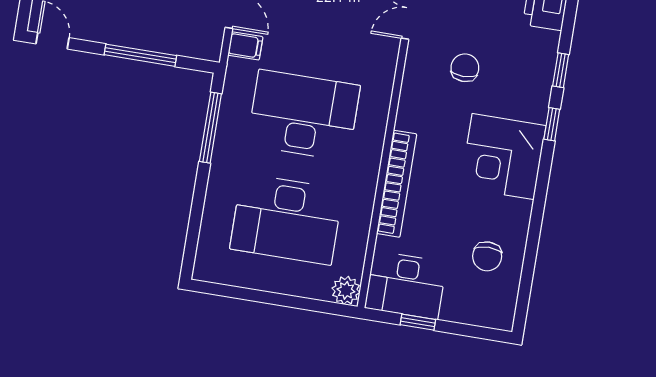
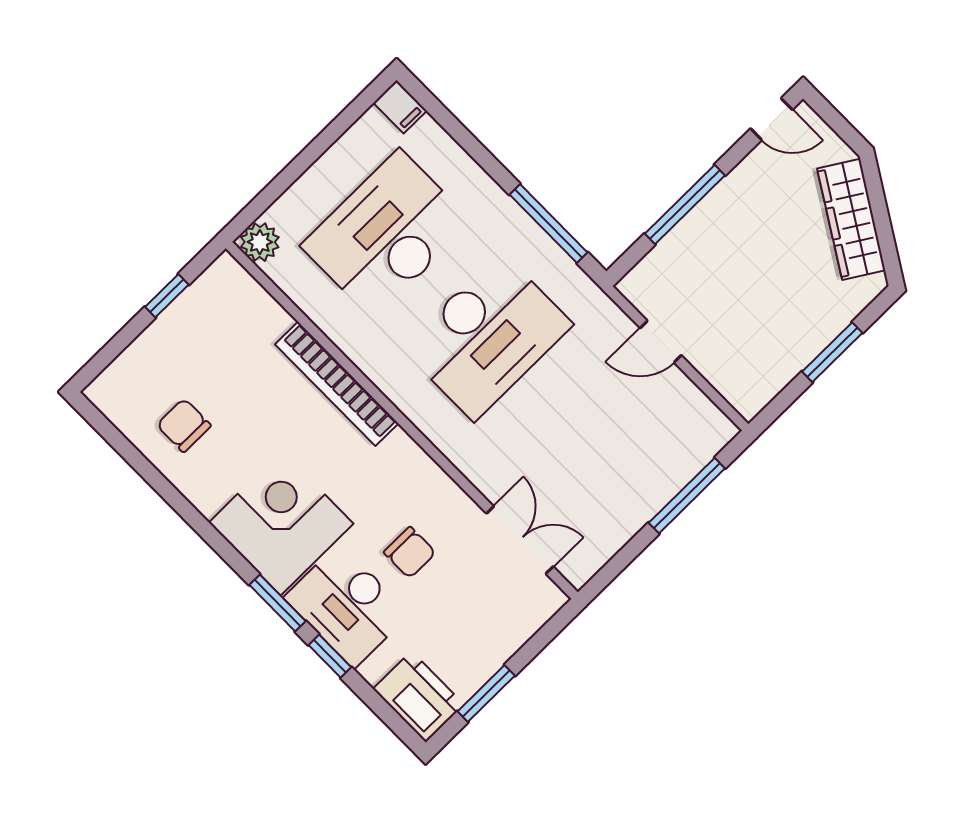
filing cabinet: (245, 46) -> (400, 107), moved, turned -90
window: (552, 124) -> (277, 603), width x1.50
desk: (406, 285) -> (347, 606), moved, turned -90

